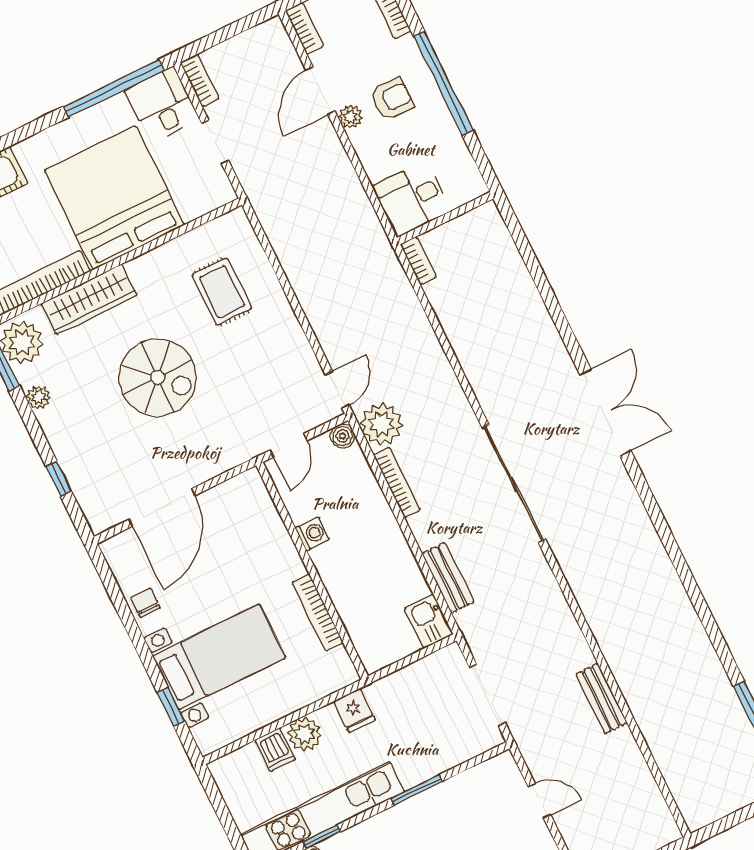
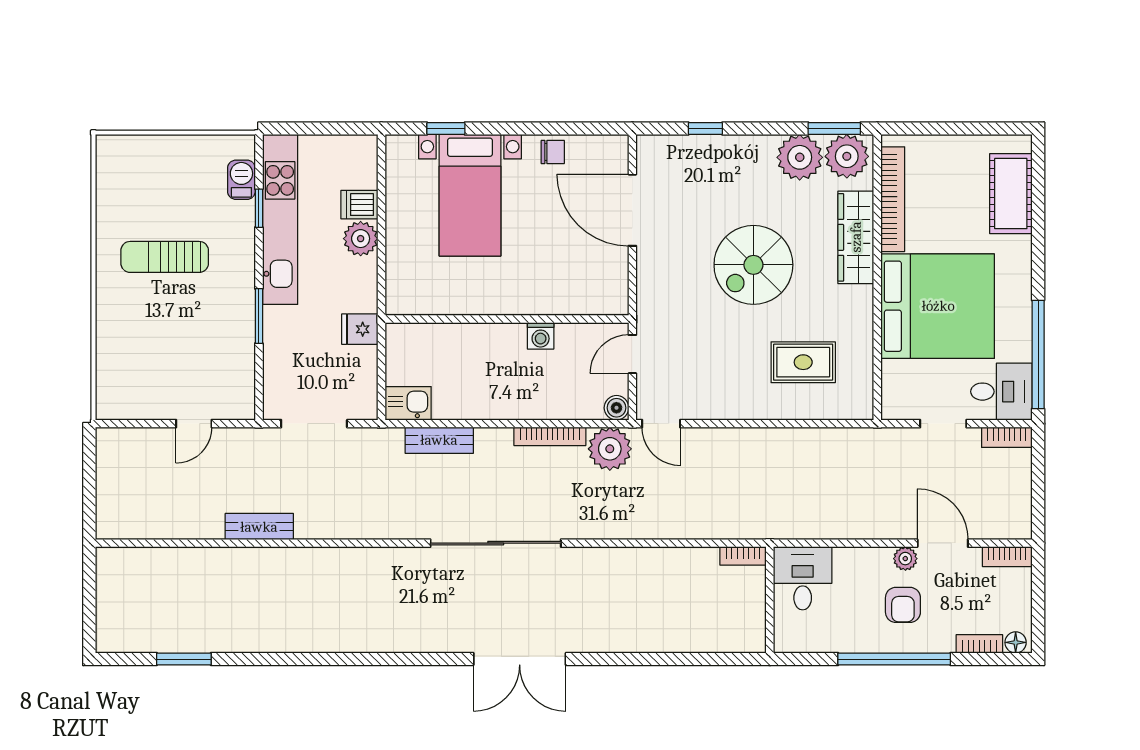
plant: (38, 397) -> (800, 157), width x1.87, depth x1.87
door: (289, 445) -> (632, 354), hinge flipped
bookcase: (318, 613) -> (466, 305), removed
fridge: (354, 711) -> (360, 329), moved

